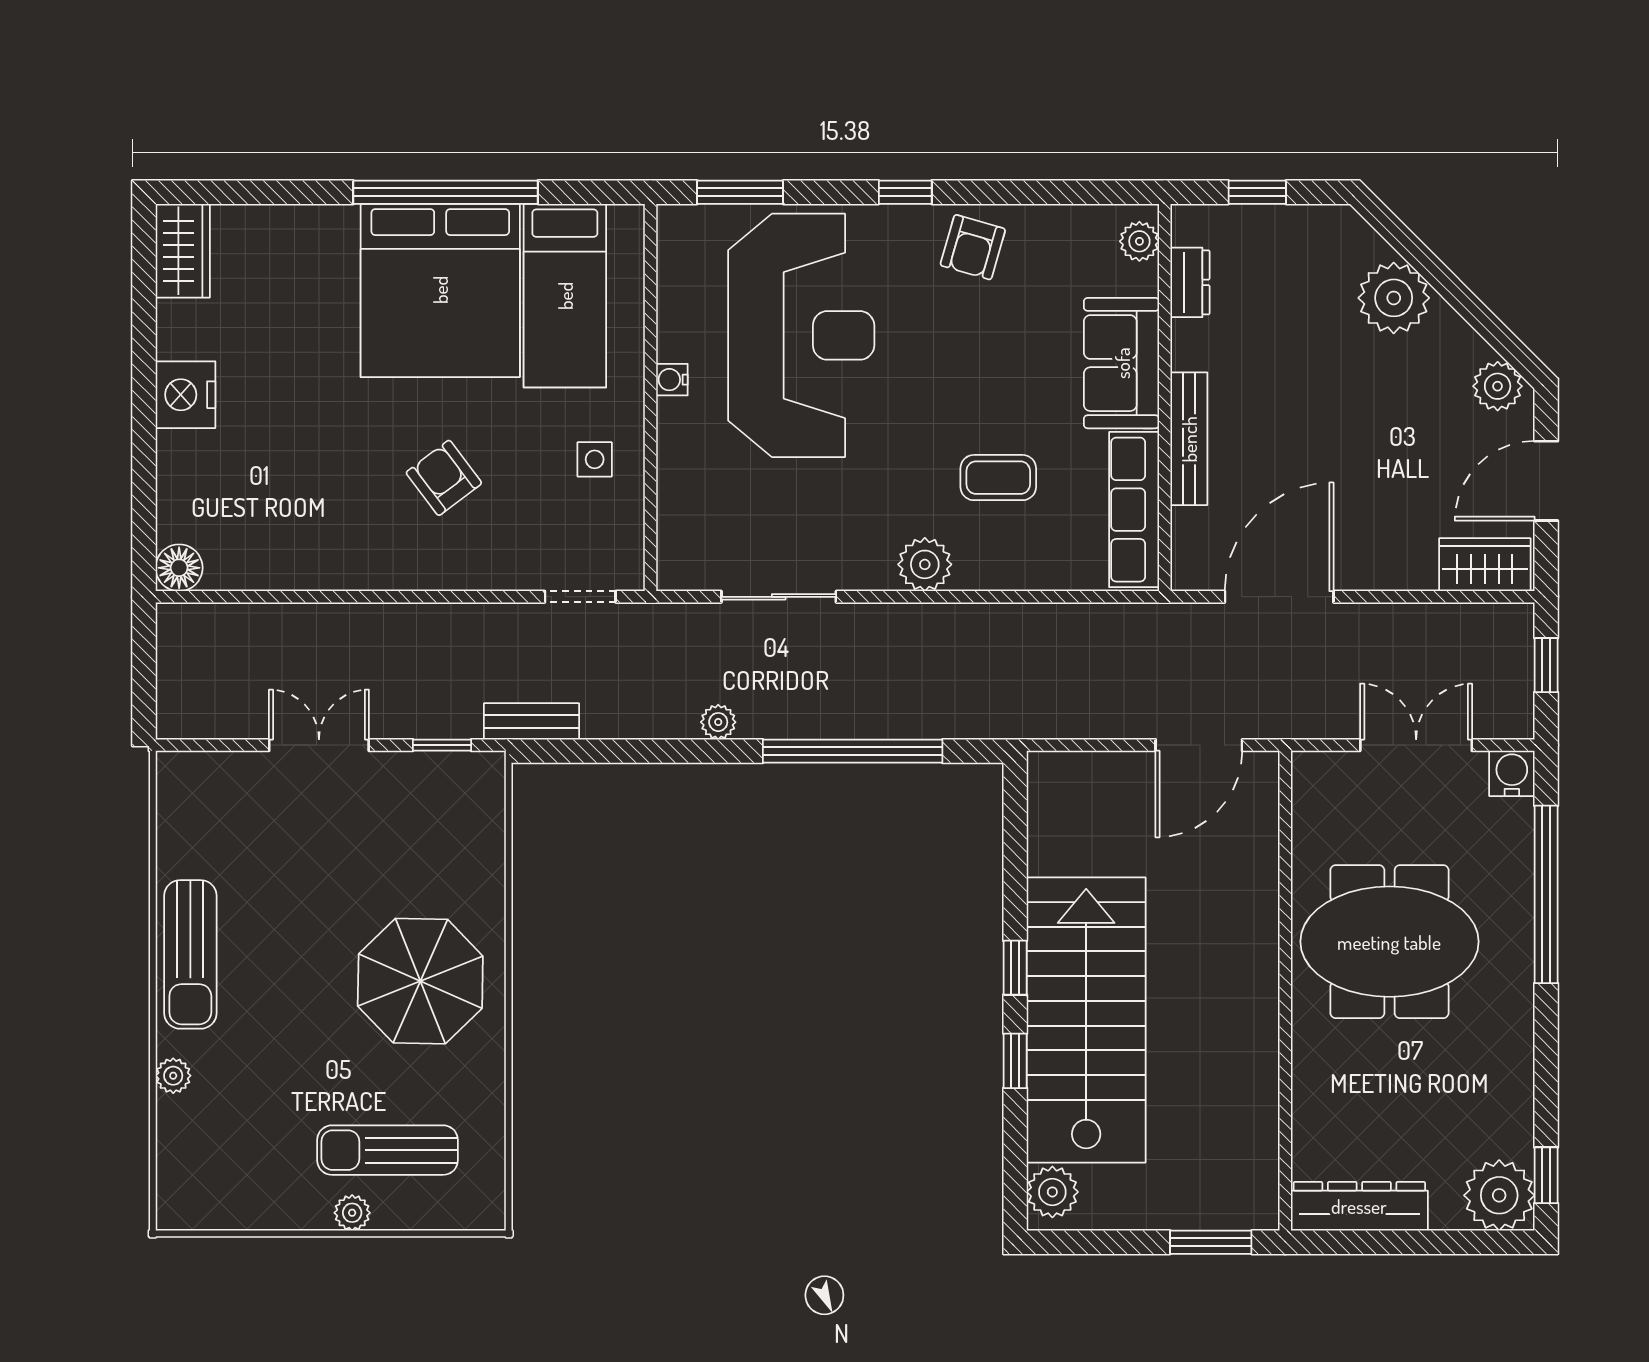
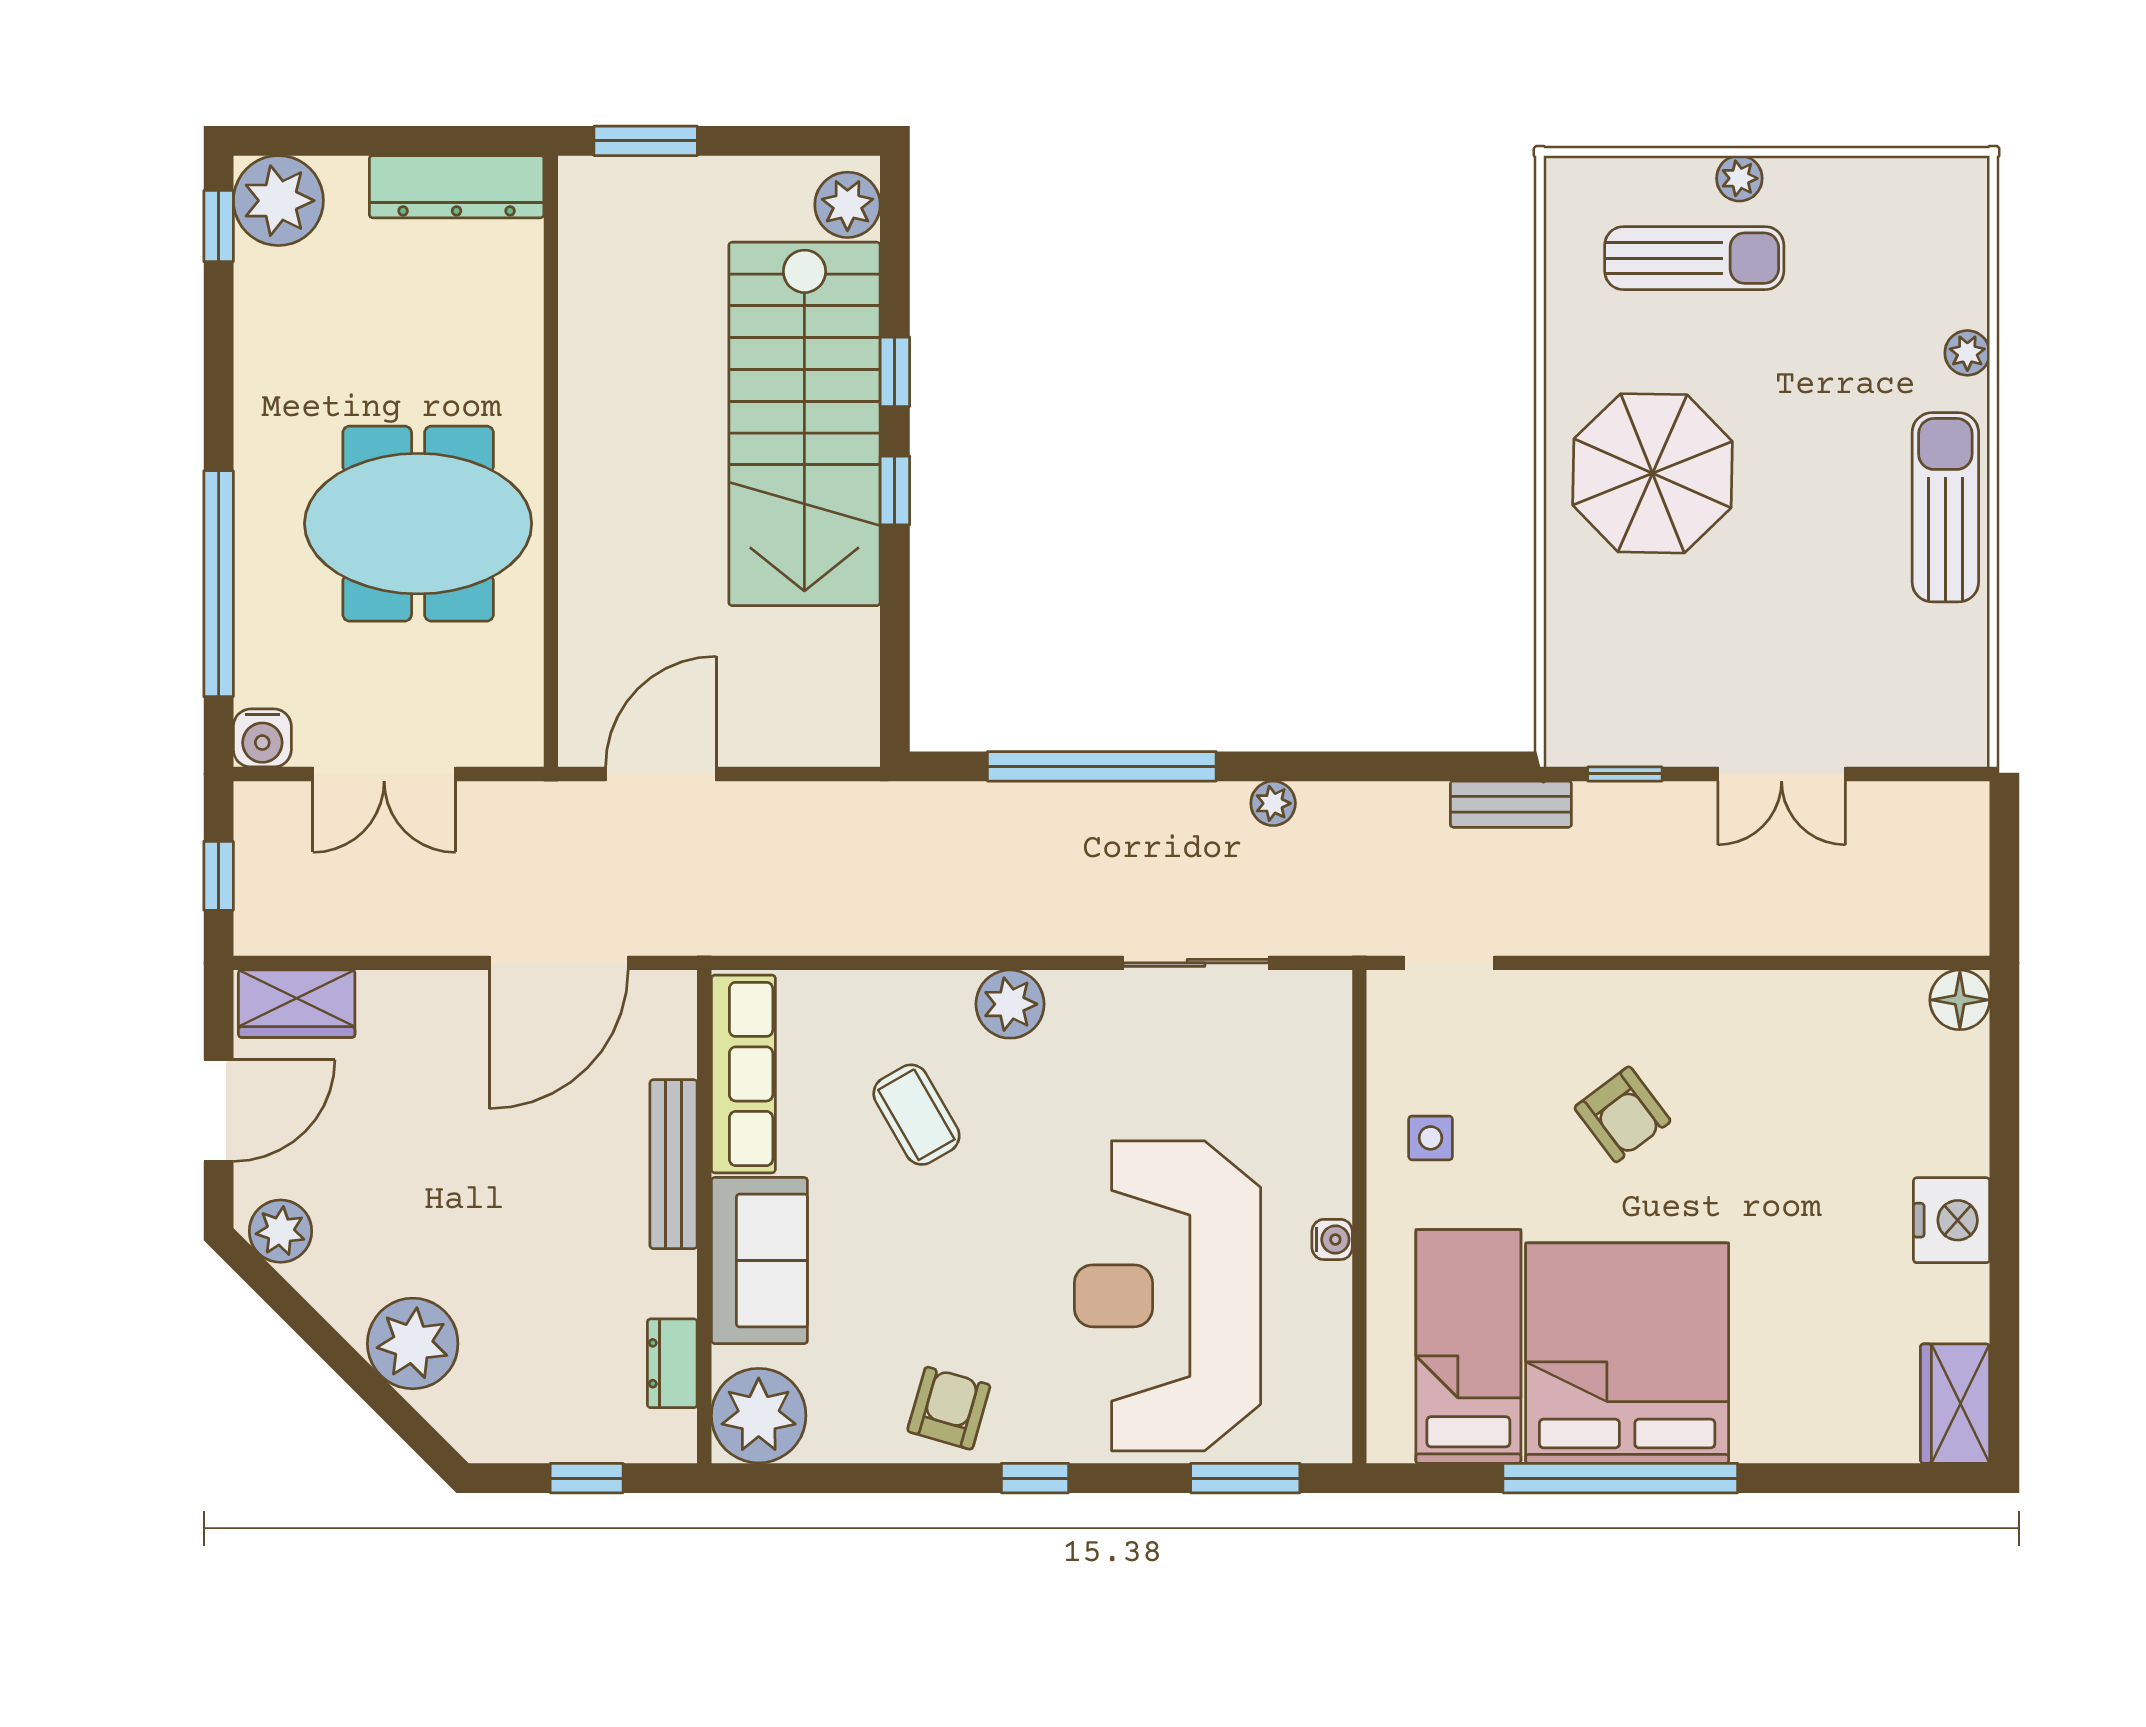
plant: (1139, 241) -> (759, 1416), width x1.88, depth x1.88
coffee table: (998, 478) -> (916, 1115), turned 60

